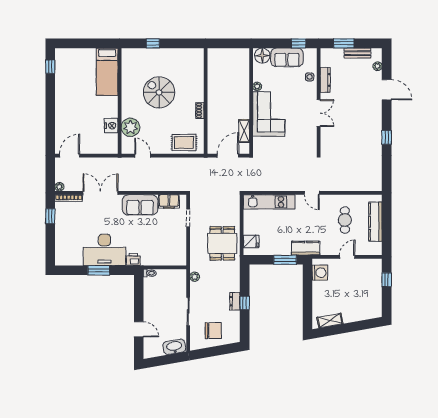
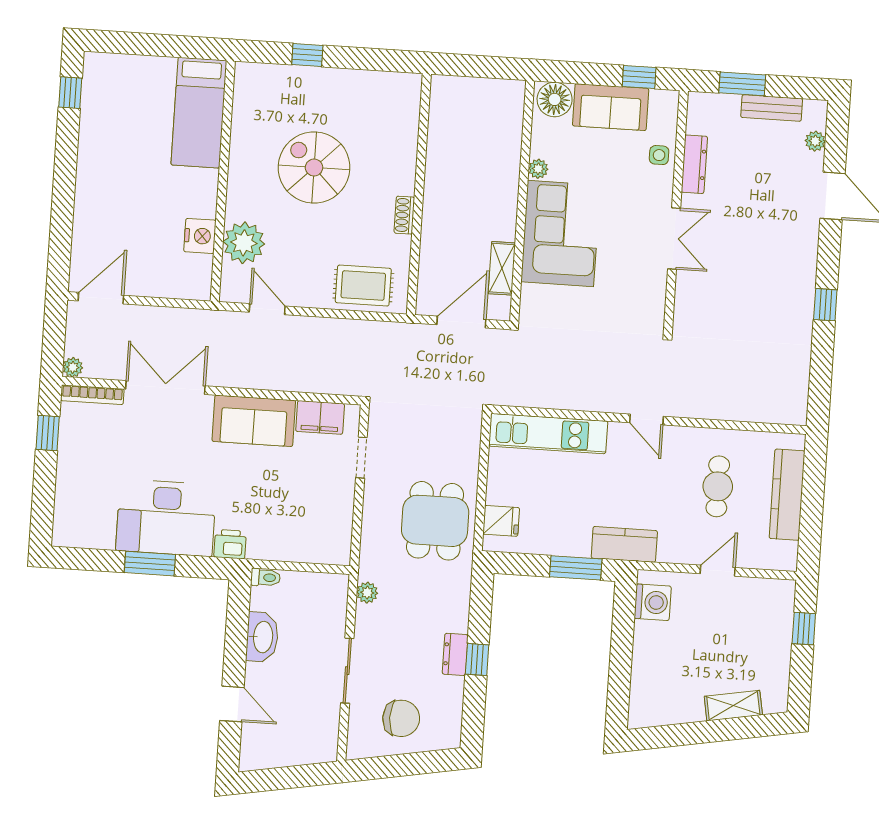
shelving: (330, 320) -> (733, 706), moved
washbasin: (174, 347) -> (262, 637), moved, turned 100

